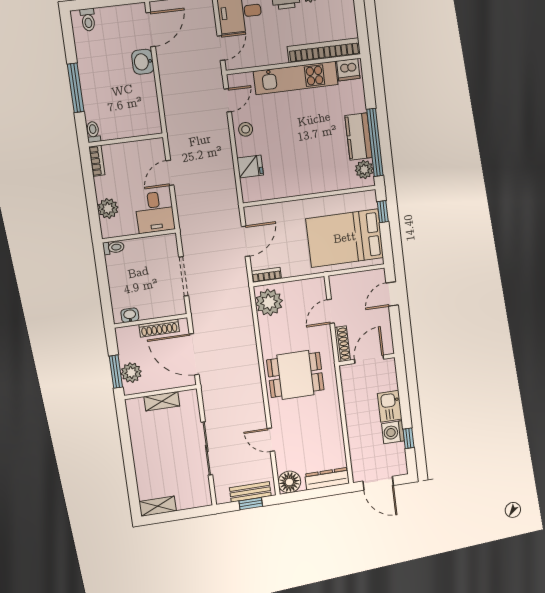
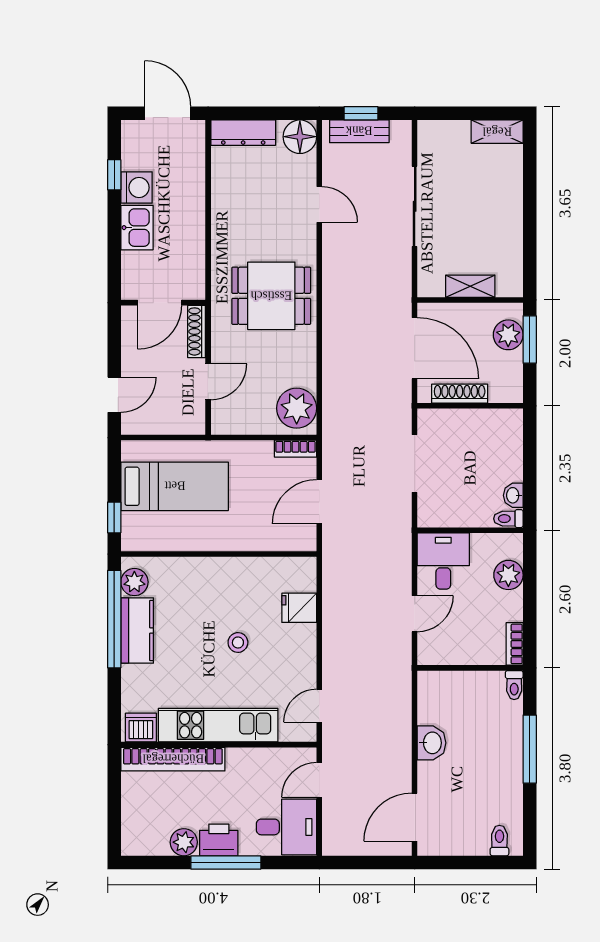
washbasin: (143, 62) -> (432, 743), moved
stool: (246, 129) -> (238, 643), moved
bed: (345, 238) -> (175, 486), width x0.67
washbasin: (130, 315) -> (513, 495), moved, turned 90

